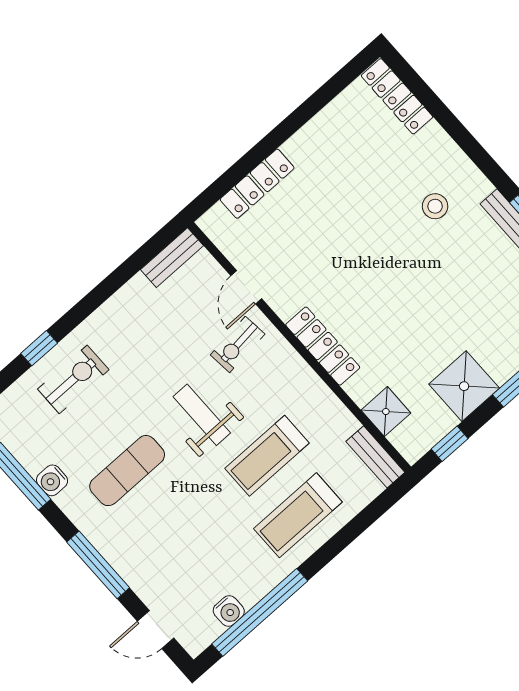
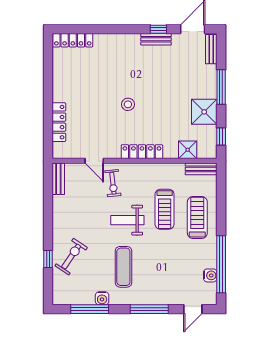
stool: (435, 206) -> (128, 104), moved
exercise bike: (73, 379) -> (71, 257), turned 34
treadmill: (298, 515) -> (197, 218), turned 180

